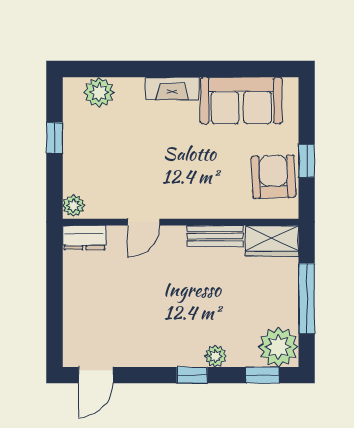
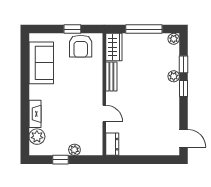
fireplace: (172, 88) -> (35, 114), moved
armchair: (274, 177) -> (81, 46), turned -88
plant: (74, 206) -> (74, 150), moved
plant: (278, 347) -> (174, 39), width x0.53, depth x0.53
window: (262, 375) -> (183, 64), moved

